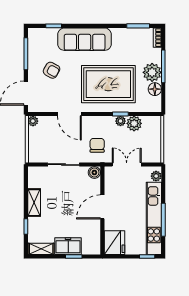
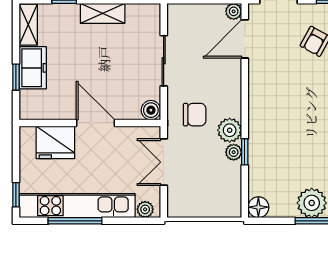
rug: (108, 84) -> (293, 133), removed
floor lamp: (155, 89) -> (258, 207), moved
door: (69, 114) -> (245, 39), moved
plant: (134, 123) -> (230, 130), moved
double door: (127, 165) -> (164, 162), swing flipped
fridge: (114, 243) -> (55, 142), moved

